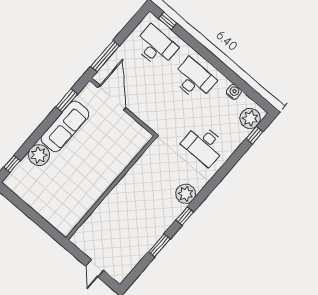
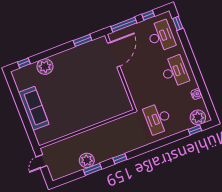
window: (128, 30) -> (148, 15), added
sofa: (65, 126) -> (34, 108), moved, turned -90
wall: (111, 188) -> (87, 129), moved
plant: (186, 194) -> (87, 160), moved

